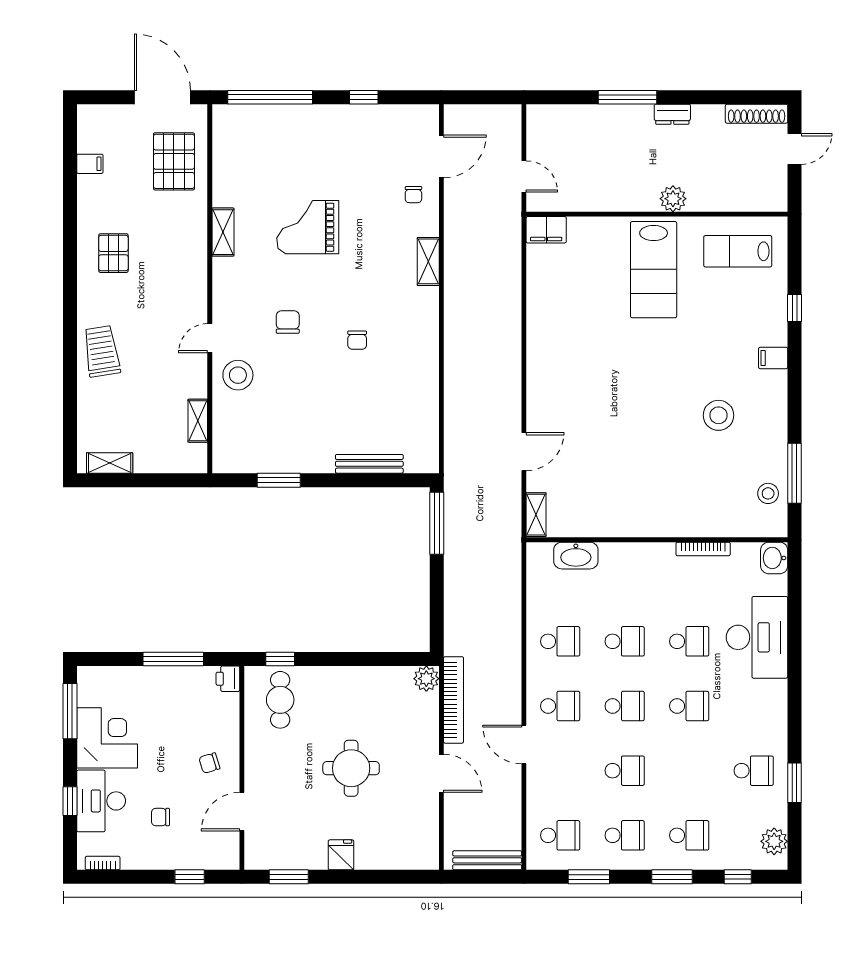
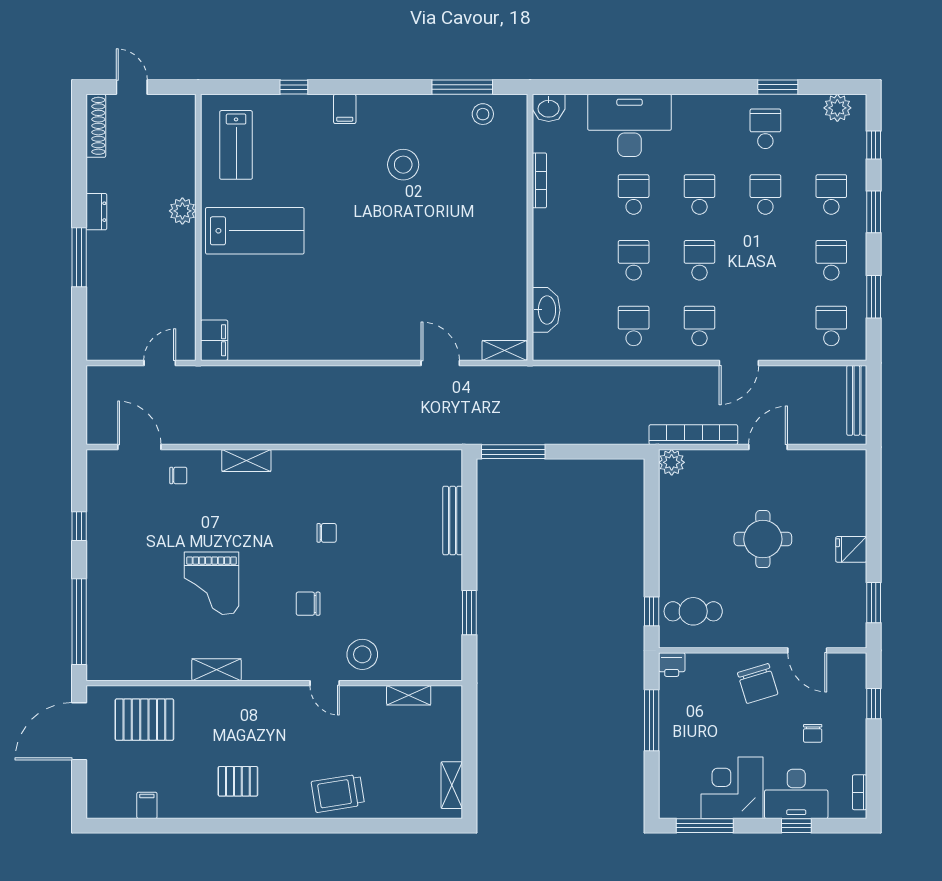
chair: (209, 763) -> (758, 683), width x1.87, depth x1.87
school desk: (625, 771) -> (765, 195), moved

